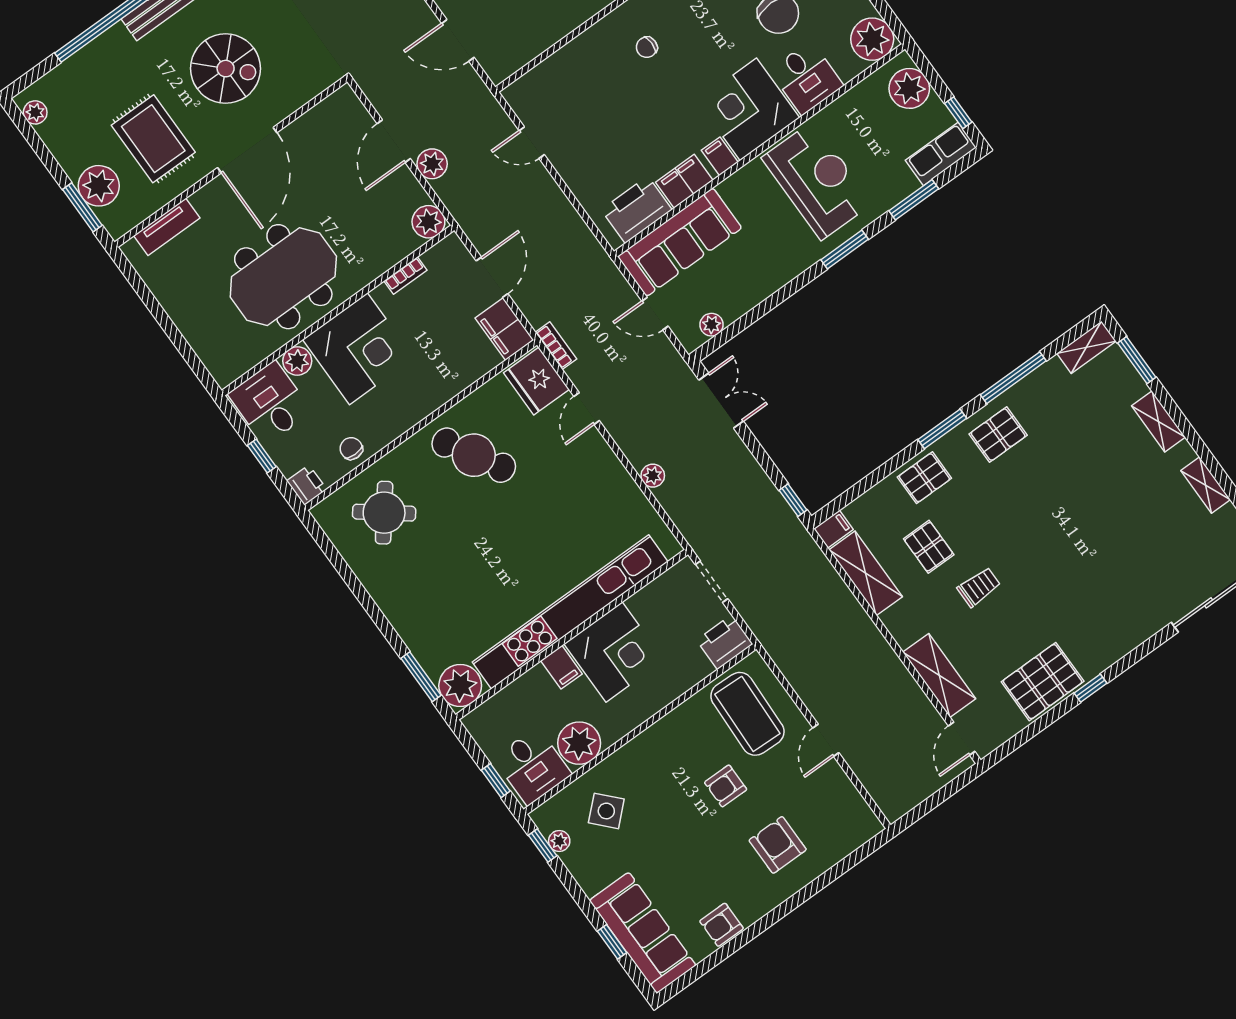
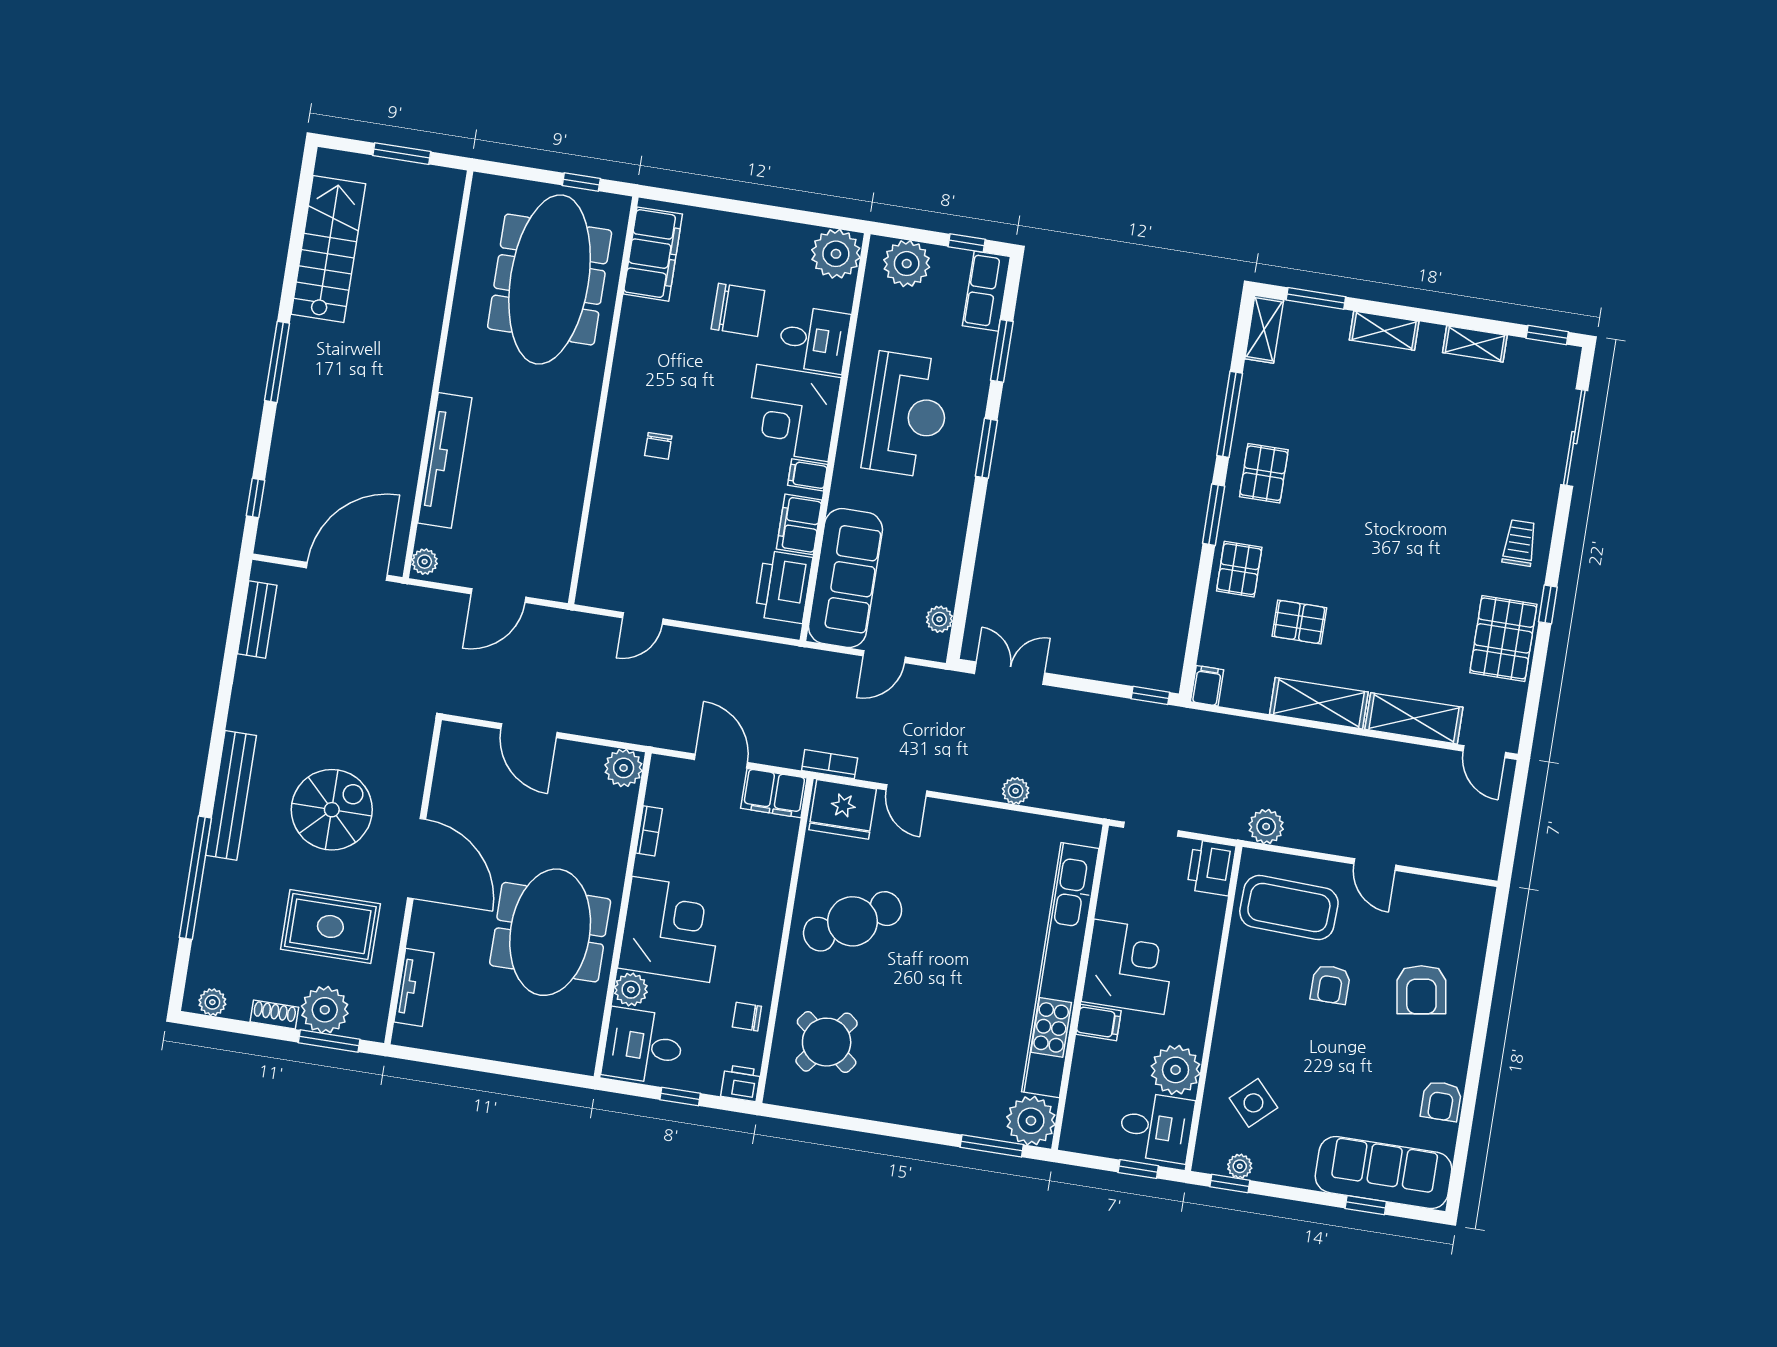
shoe rack: (65, 158) -> (274, 1014), added
plant: (432, 164) -> (1266, 826), moved
reception desk: (817, 181) -> (907, 415), turned 90
shelving: (866, 573) -> (1319, 703), moved
trolley: (979, 587) -> (1519, 543), moved
armchair: (778, 845) -> (1421, 990), turned -99

